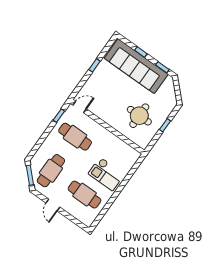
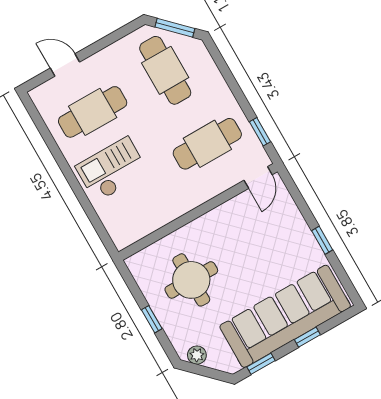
plant: (172, 98) -> (197, 355), added
door: (53, 205) -> (65, 65), moved

